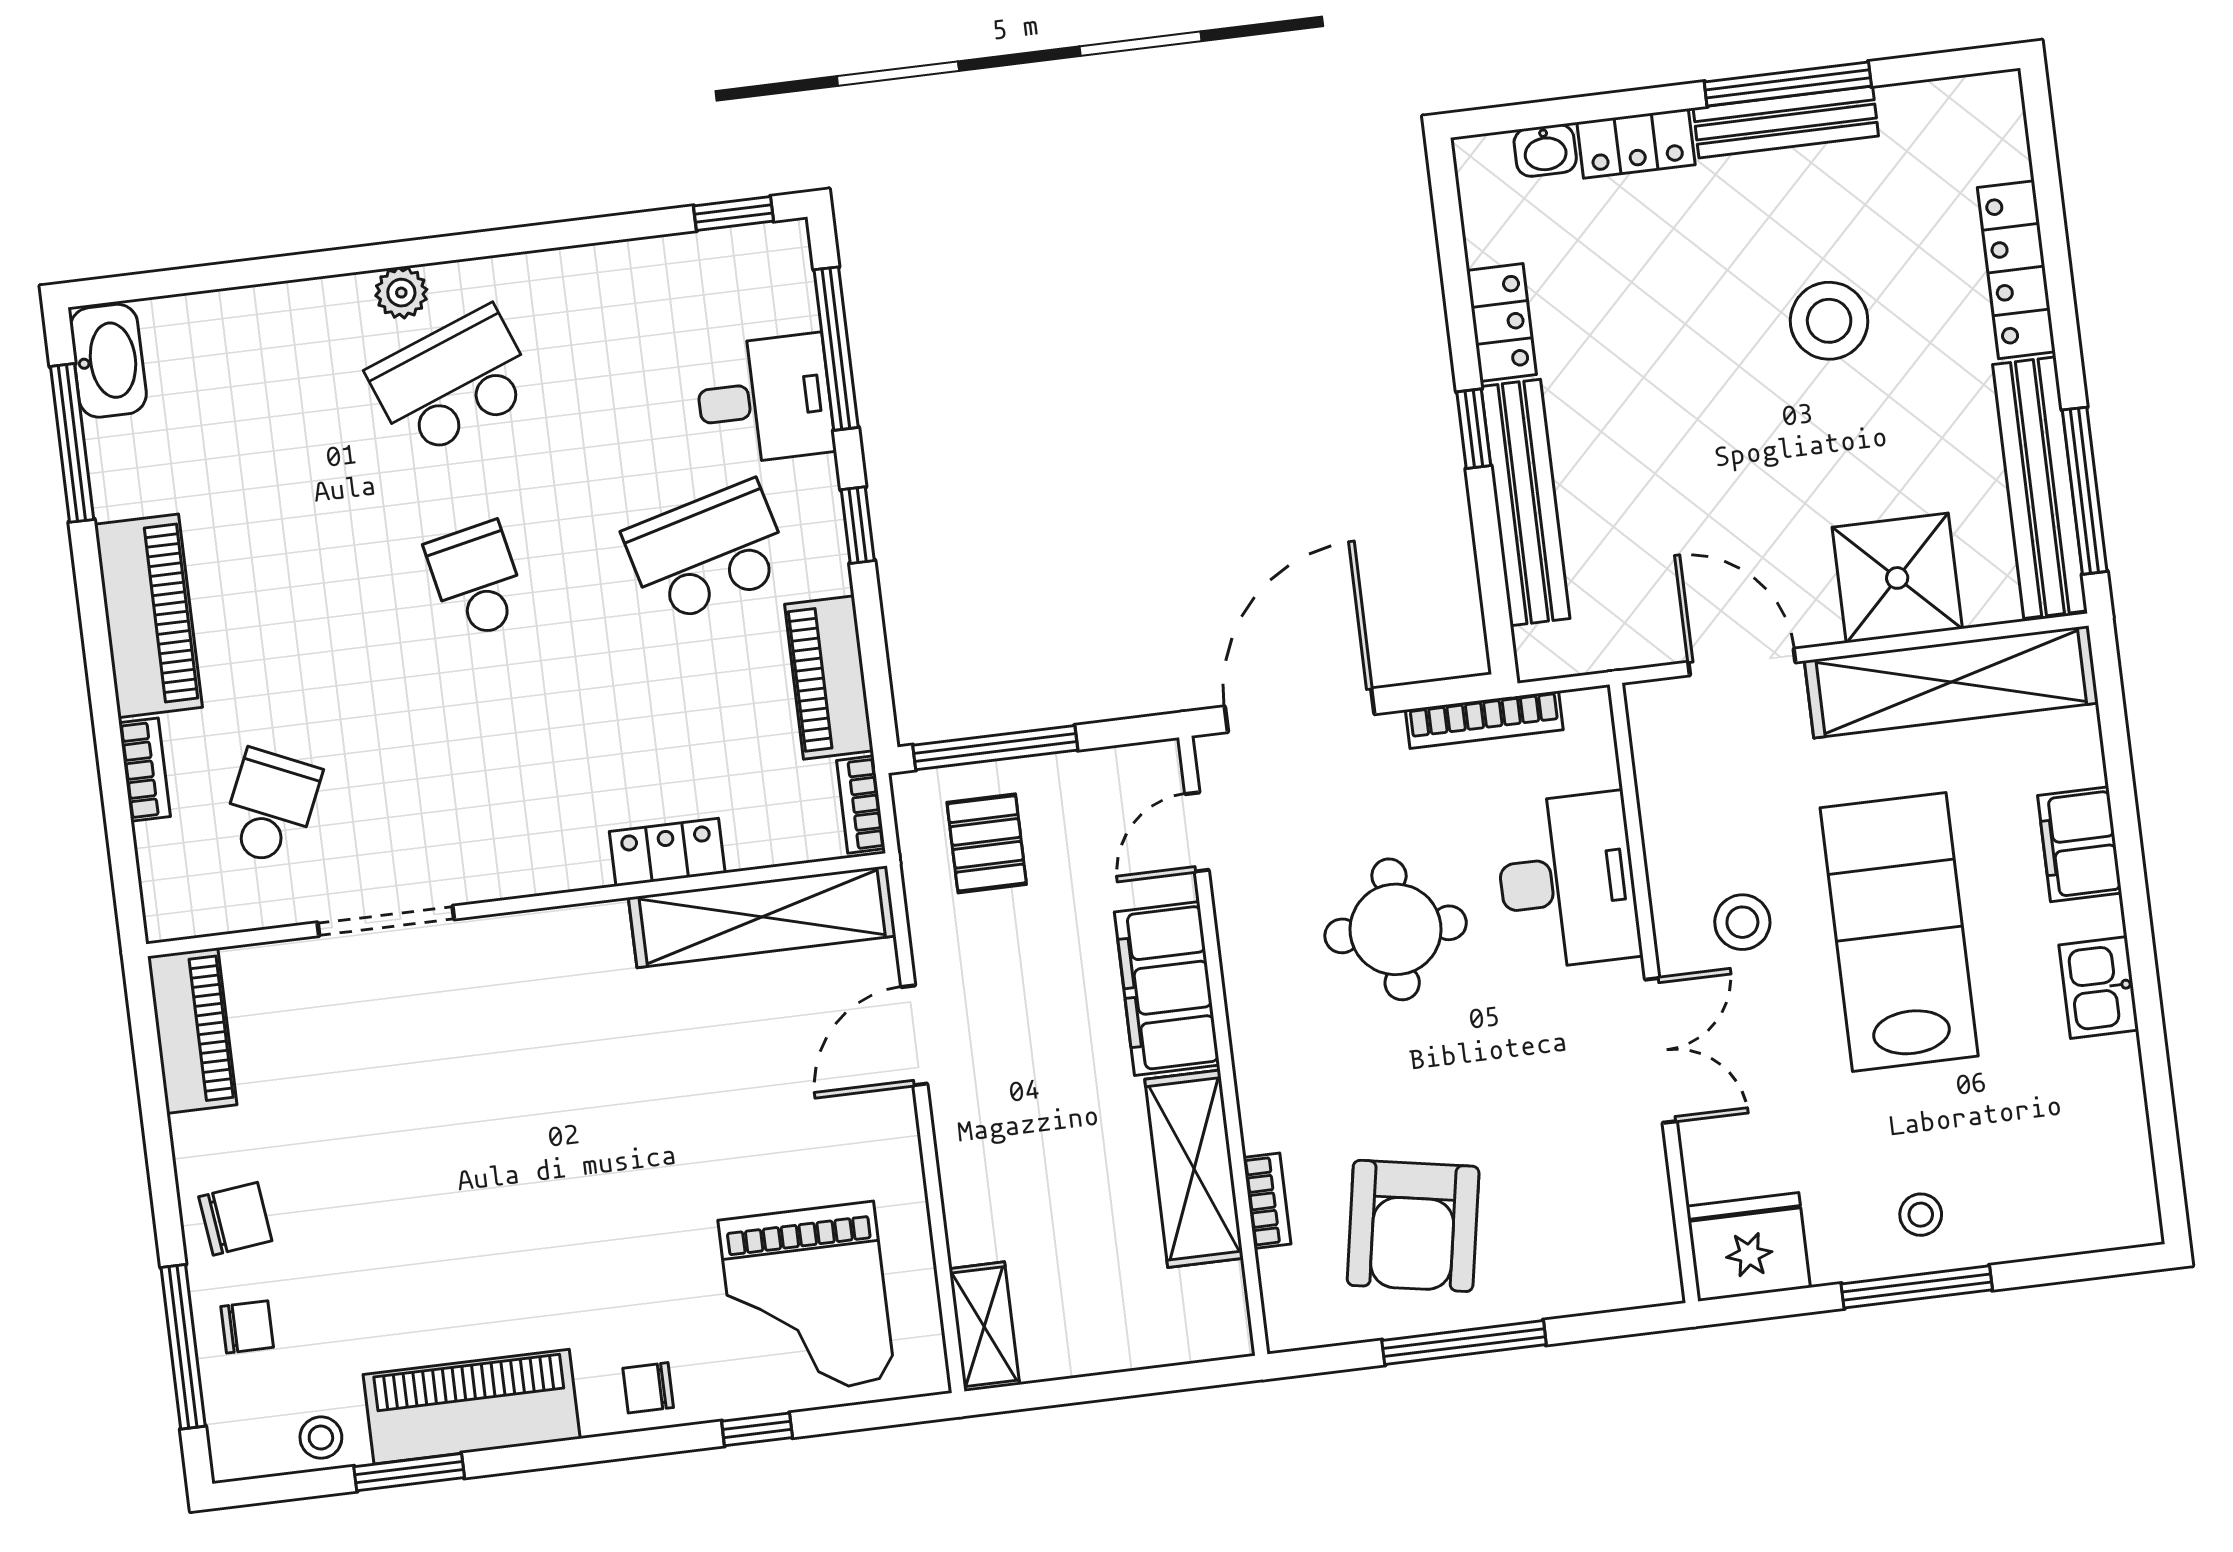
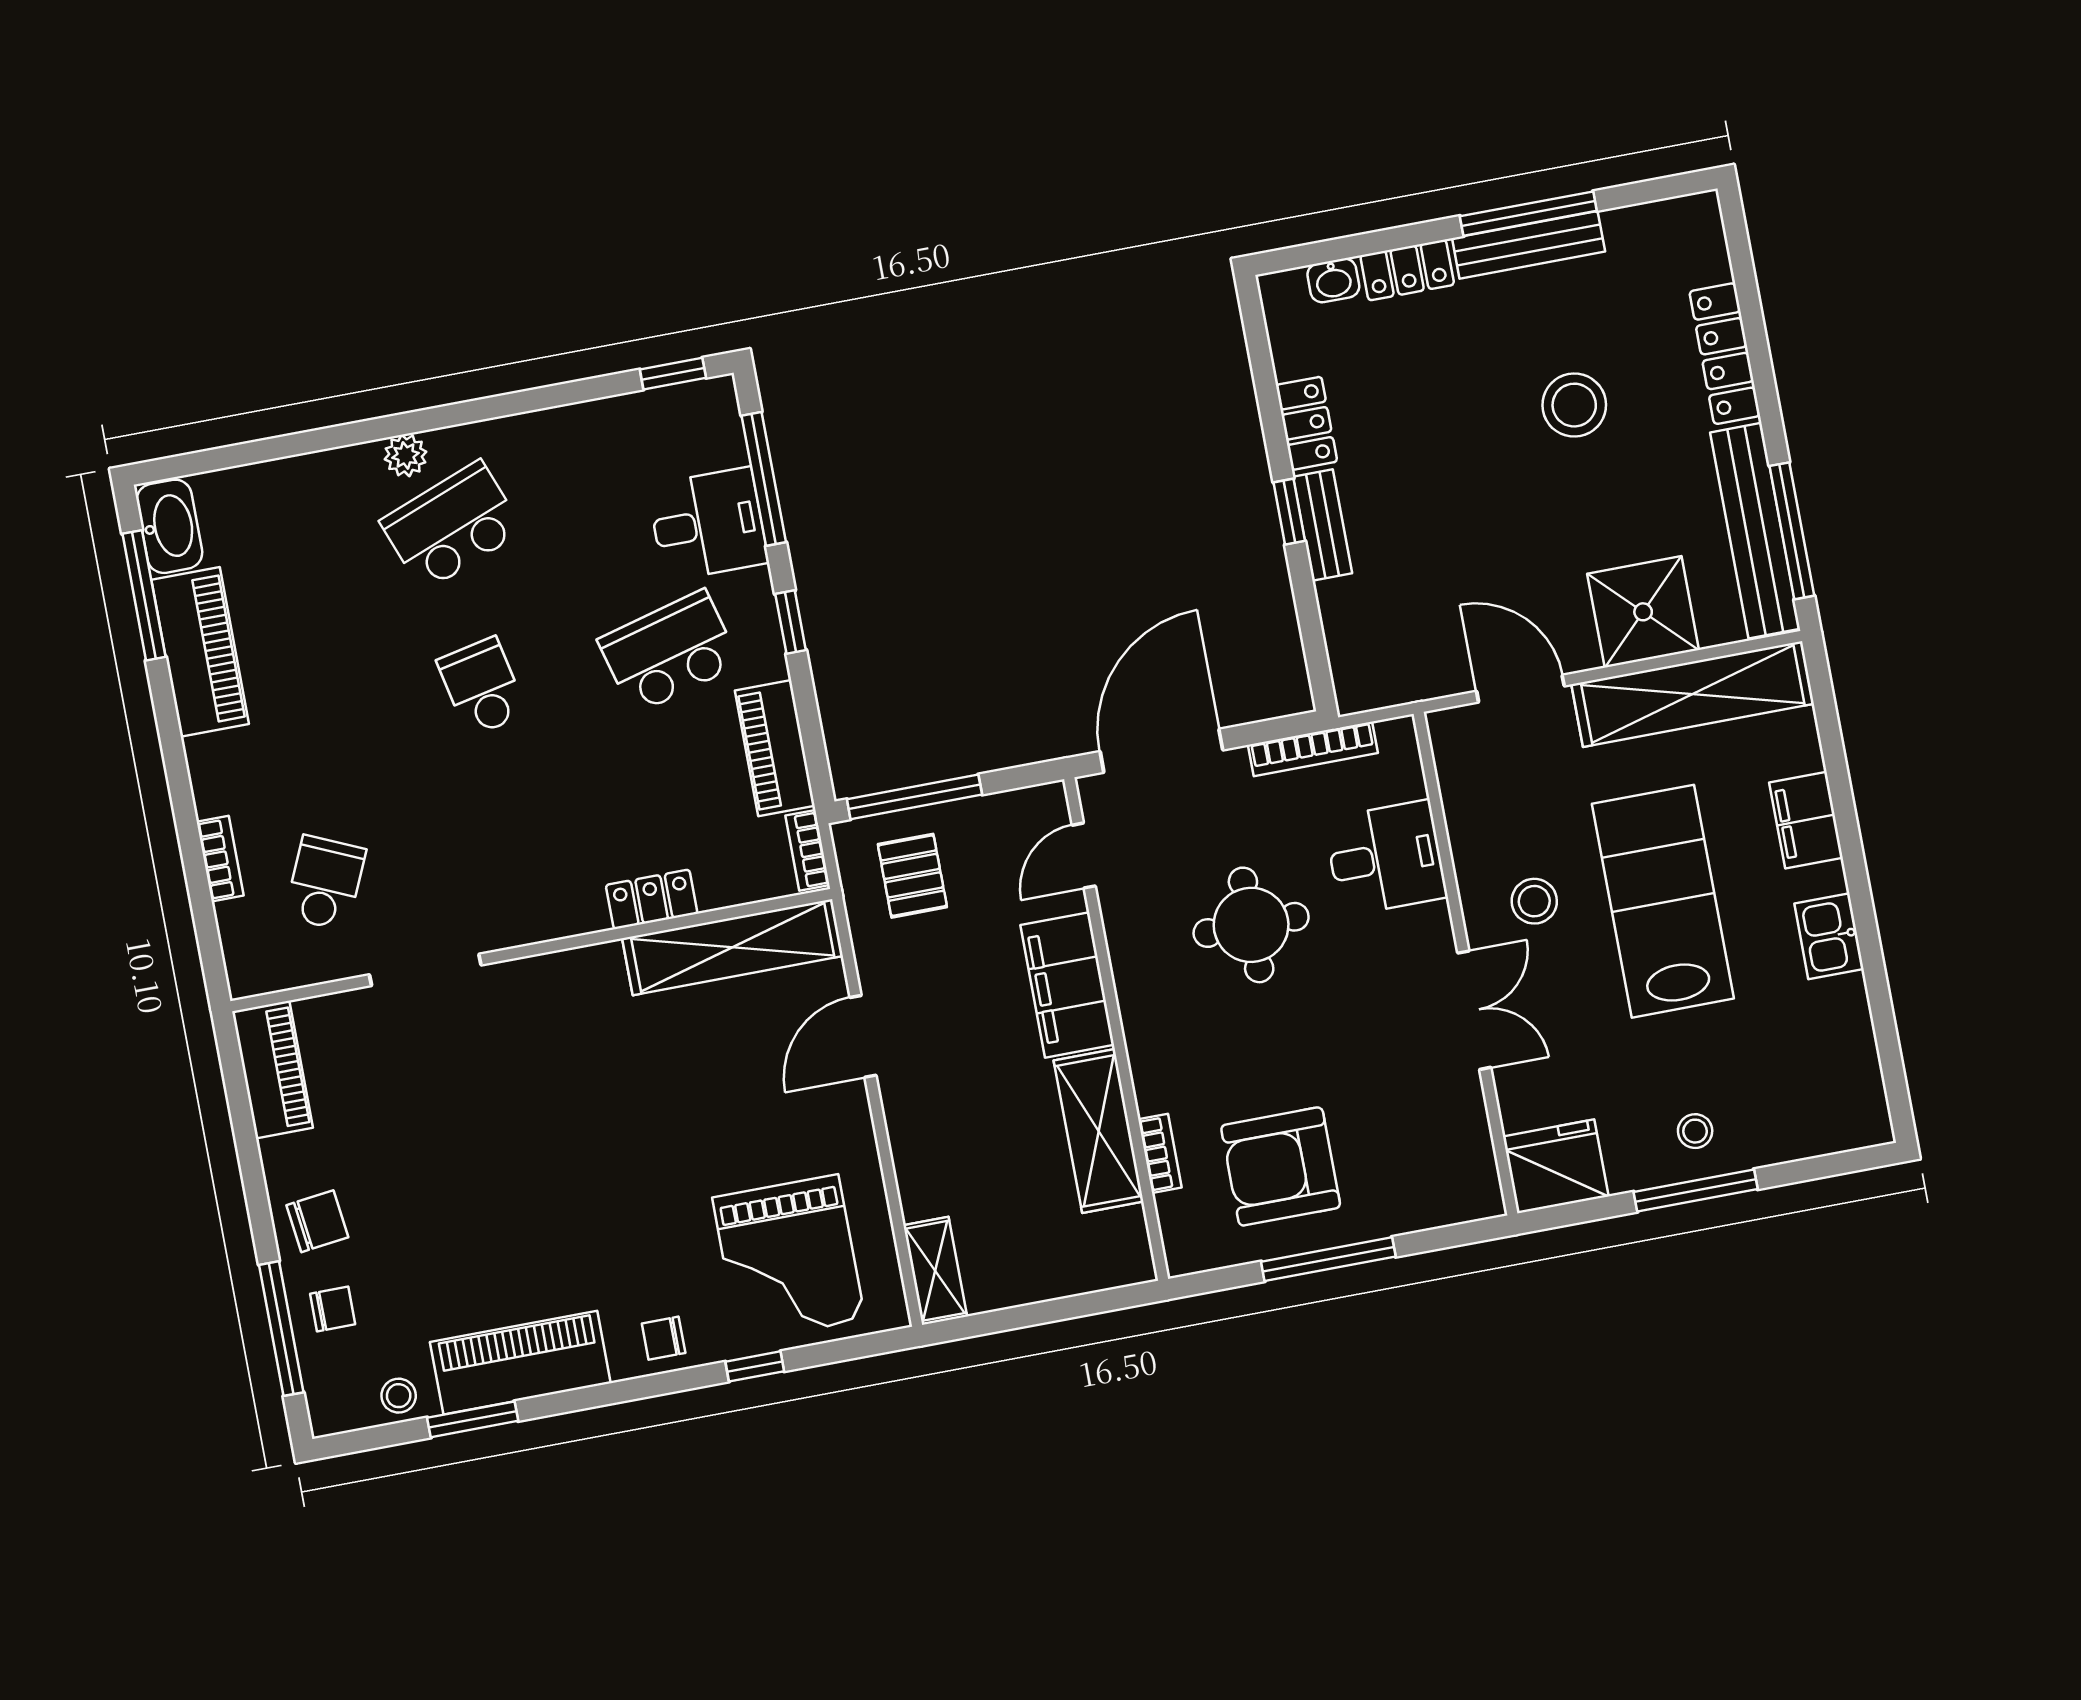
bench: (1525, 502) -> (1323, 525), width x0.54, depth x0.82
piano: (148, 616) -> (200, 652), moved
desk: (1567, 881) -> (1386, 858), width x0.73
armchair: (1413, 1226) -> (1281, 1166), turned 80

